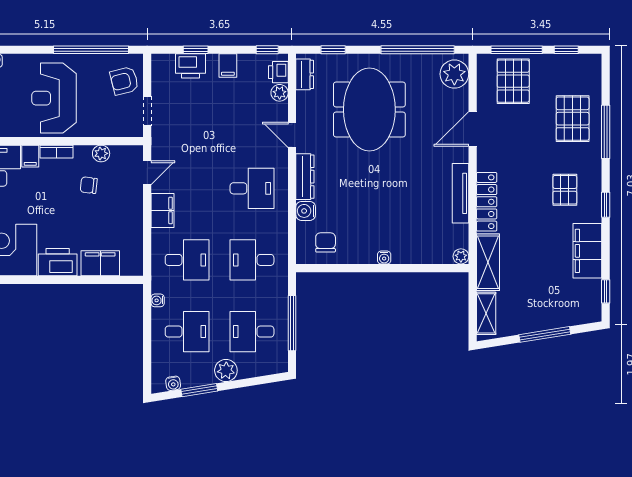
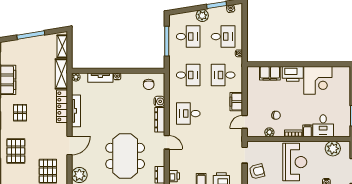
plant: (280, 93) -> (173, 165), removed
tv unit: (415, 255) -> (100, 78), added
desk: (187, 332) -> (223, 37), turned 180

